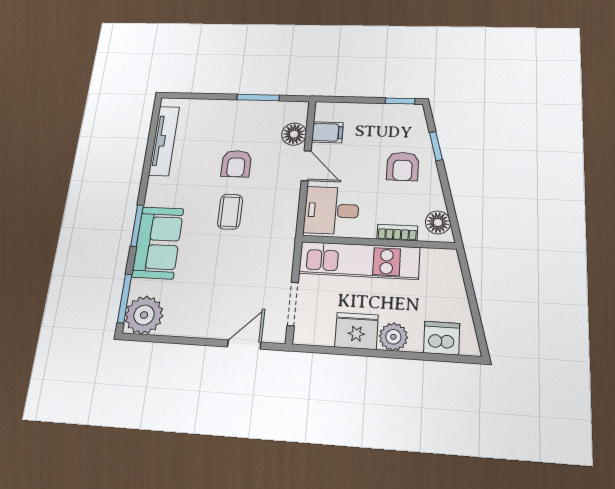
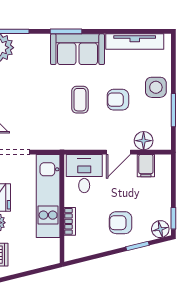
side table: (226, 117) -> (156, 87), added
coffee table: (230, 212) -> (80, 100), turned 90
floor lamp: (438, 223) -> (160, 229), moved
sofa: (158, 243) -> (77, 49), moved

